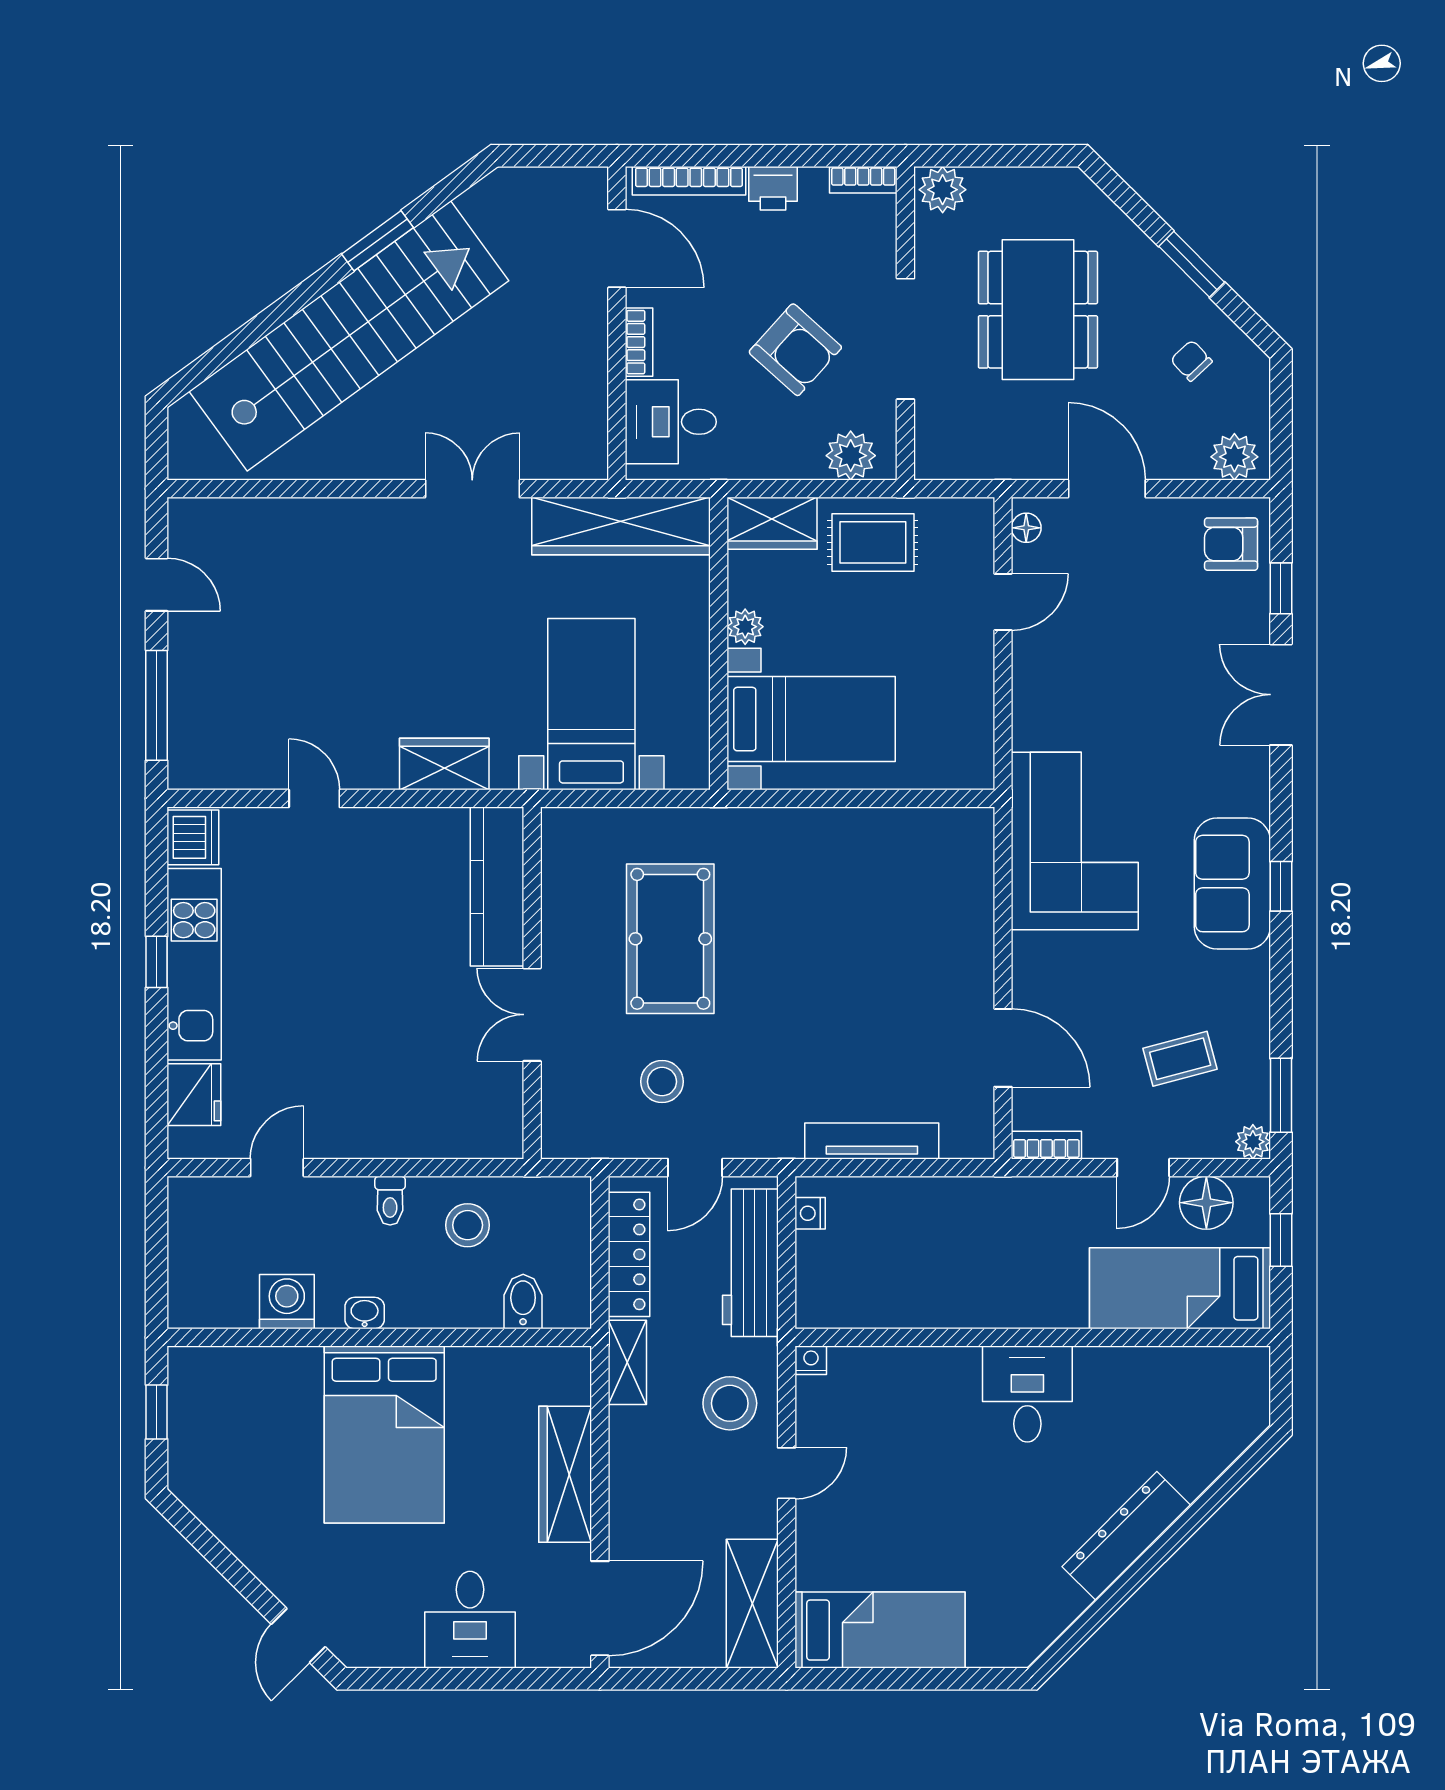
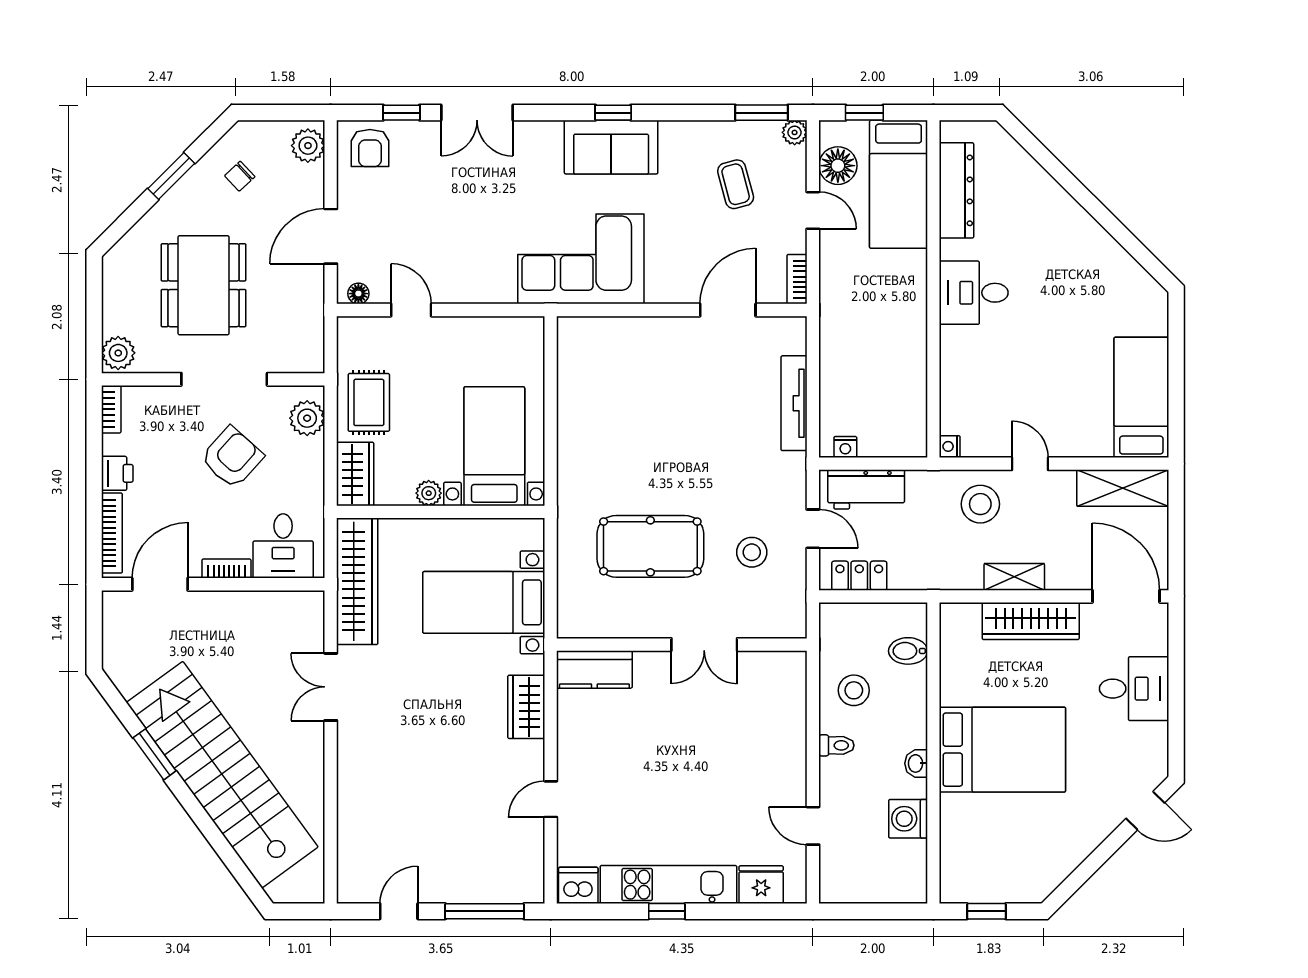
dining table: (1038, 310) -> (204, 285), turned 90
kitchen counter: (497, 887) -> (594, 669), width x0.67
locker: (629, 1254) -> (859, 576), width x0.66
workbench: (750, 1263) -> (866, 489), width x0.73
shelving: (627, 1362) -> (1014, 577), moved
dresser: (1126, 1536) -> (957, 190), moved, turned -135

